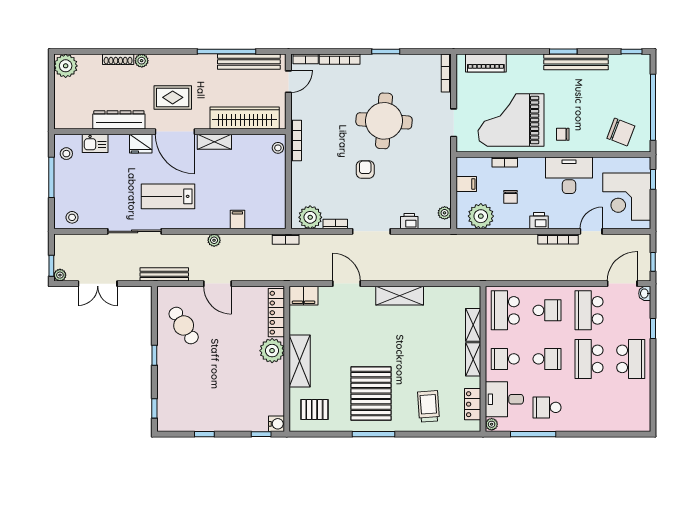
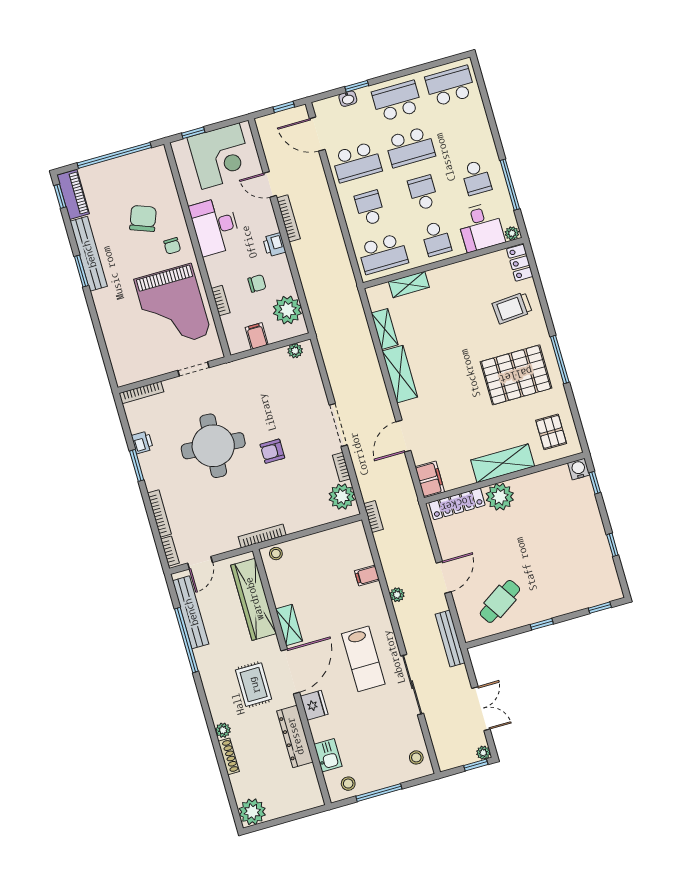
piano: (486, 63) -> (73, 195), moved
door: (288, 82) -> (200, 563), swing flipped
chair: (621, 132) -> (143, 218), moved
printer: (409, 221) -> (142, 442), moved, turned 180
washbasin: (645, 293) -> (348, 99), moved
shelving: (473, 359) -> (385, 329), moved, turned 90
locker: (473, 404) -> (520, 263), moved, turned 90
school desk: (631, 407) -> (450, 86), added

